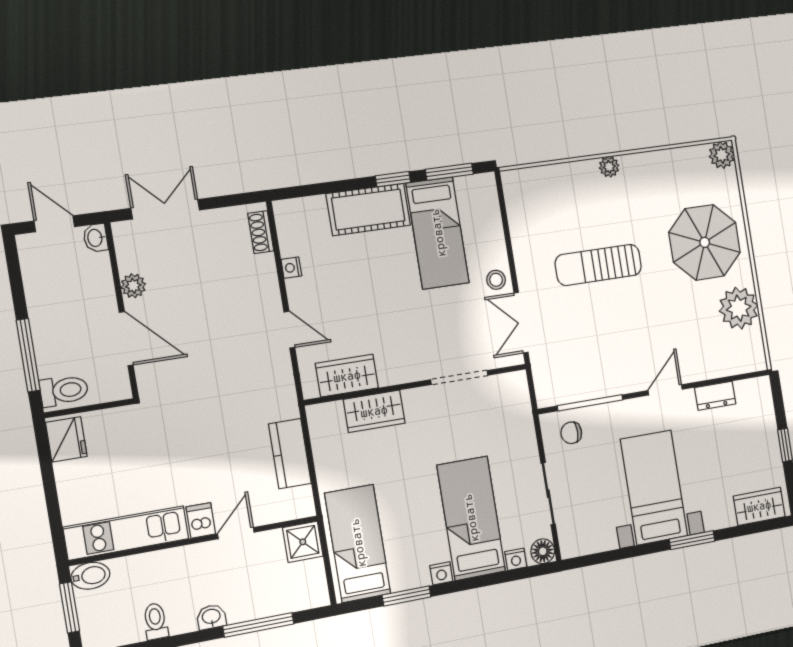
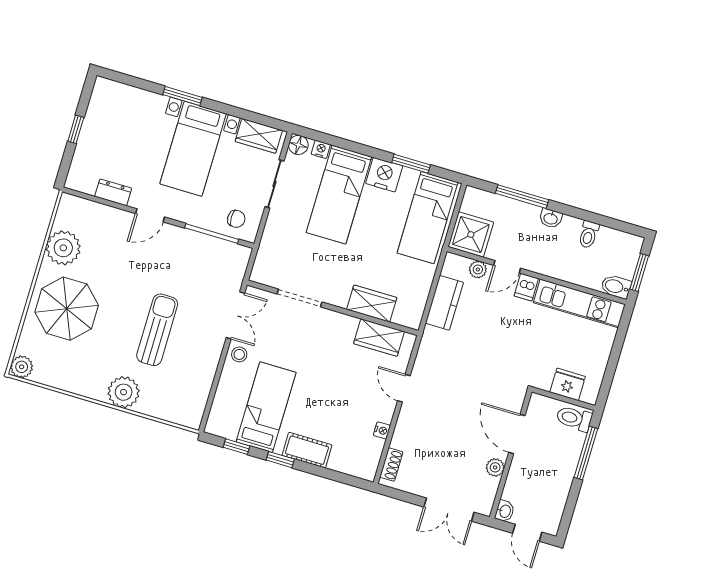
plant: (609, 167) -> (124, 392), width x1.88, depth x1.88
window: (449, 172) -> (237, 447), width x0.67
cot: (368, 209) -> (307, 450), width x0.73, depth x0.75
sun lounger: (598, 265) -> (157, 330), turned -90
fridge: (66, 439) -> (568, 384), moved, turned 90
wardrobe: (759, 506) -> (259, 136), moved
plant: (269, 512) -> (478, 269), added
shower: (303, 542) -> (471, 235), width x1.36, depth x1.36
nightstand: (441, 573) -> (384, 175), width x1.89, depth x1.79

